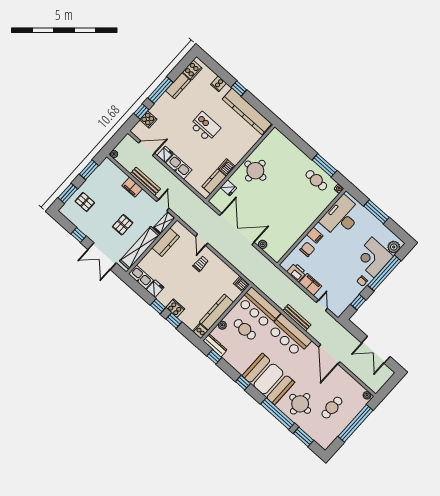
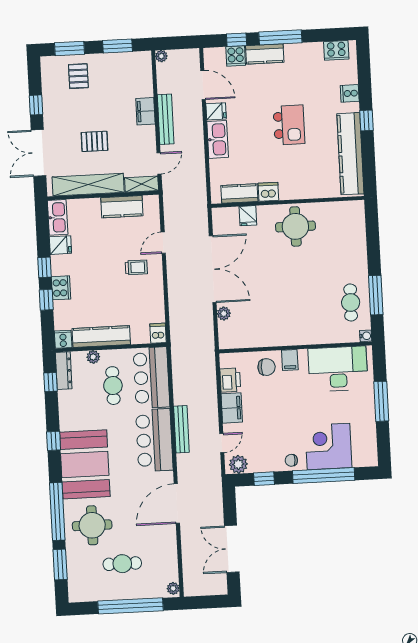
kitchen counter: (178, 86) -> (265, 54), moved
plant: (394, 247) -> (238, 464), moved

